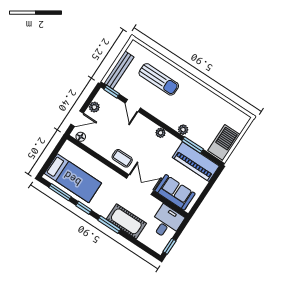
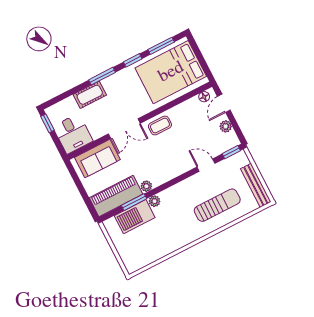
bench: (119, 70) -> (256, 185), moved
sun lounger: (159, 79) -> (217, 205), turned 180
plant: (161, 133) -> (146, 186), moved
barbecue: (224, 143) -> (135, 217), moved, turned 90
bed: (73, 178) -> (171, 72), width x1.50
cot: (126, 221) -> (90, 95), width x0.73, depth x0.75

